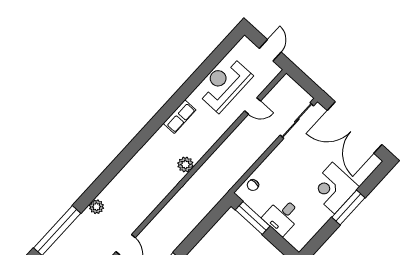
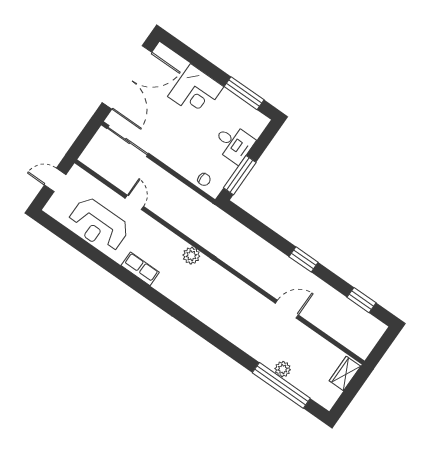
door: (253, 106) -> (134, 202), moved
plant: (96, 207) -> (283, 369), moved
window: (348, 207) -> (244, 93), moved

